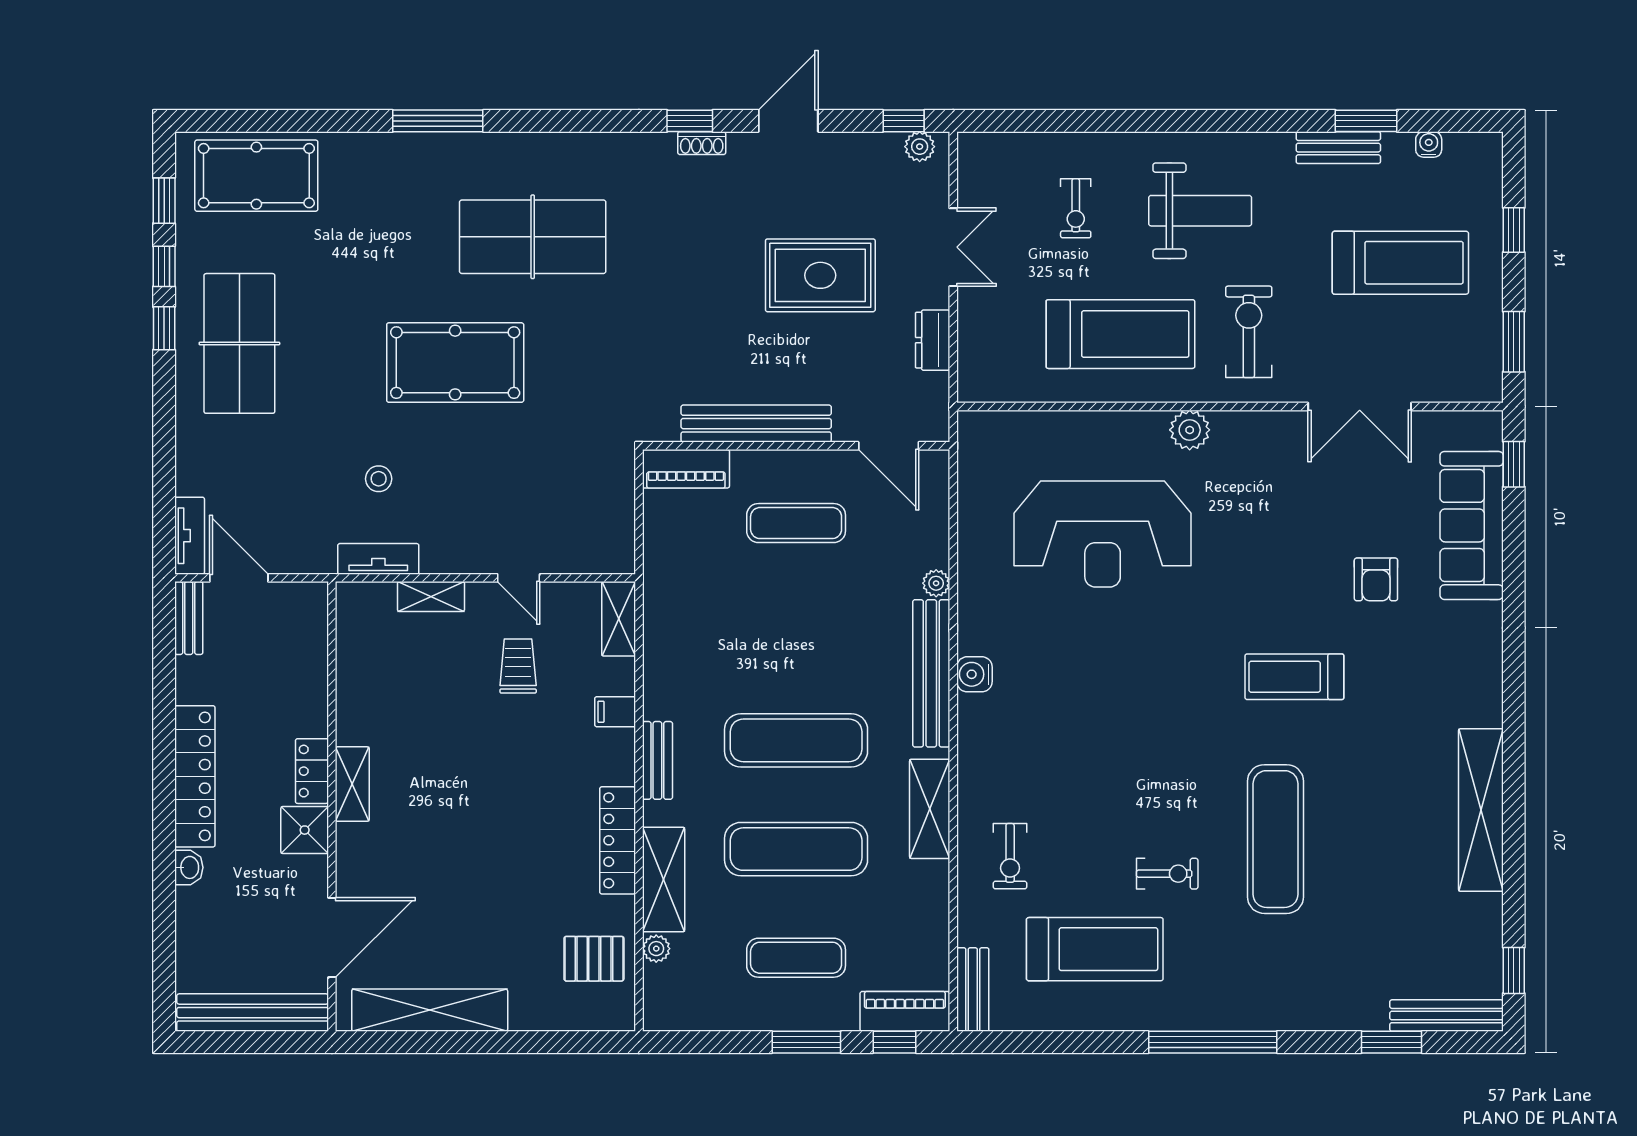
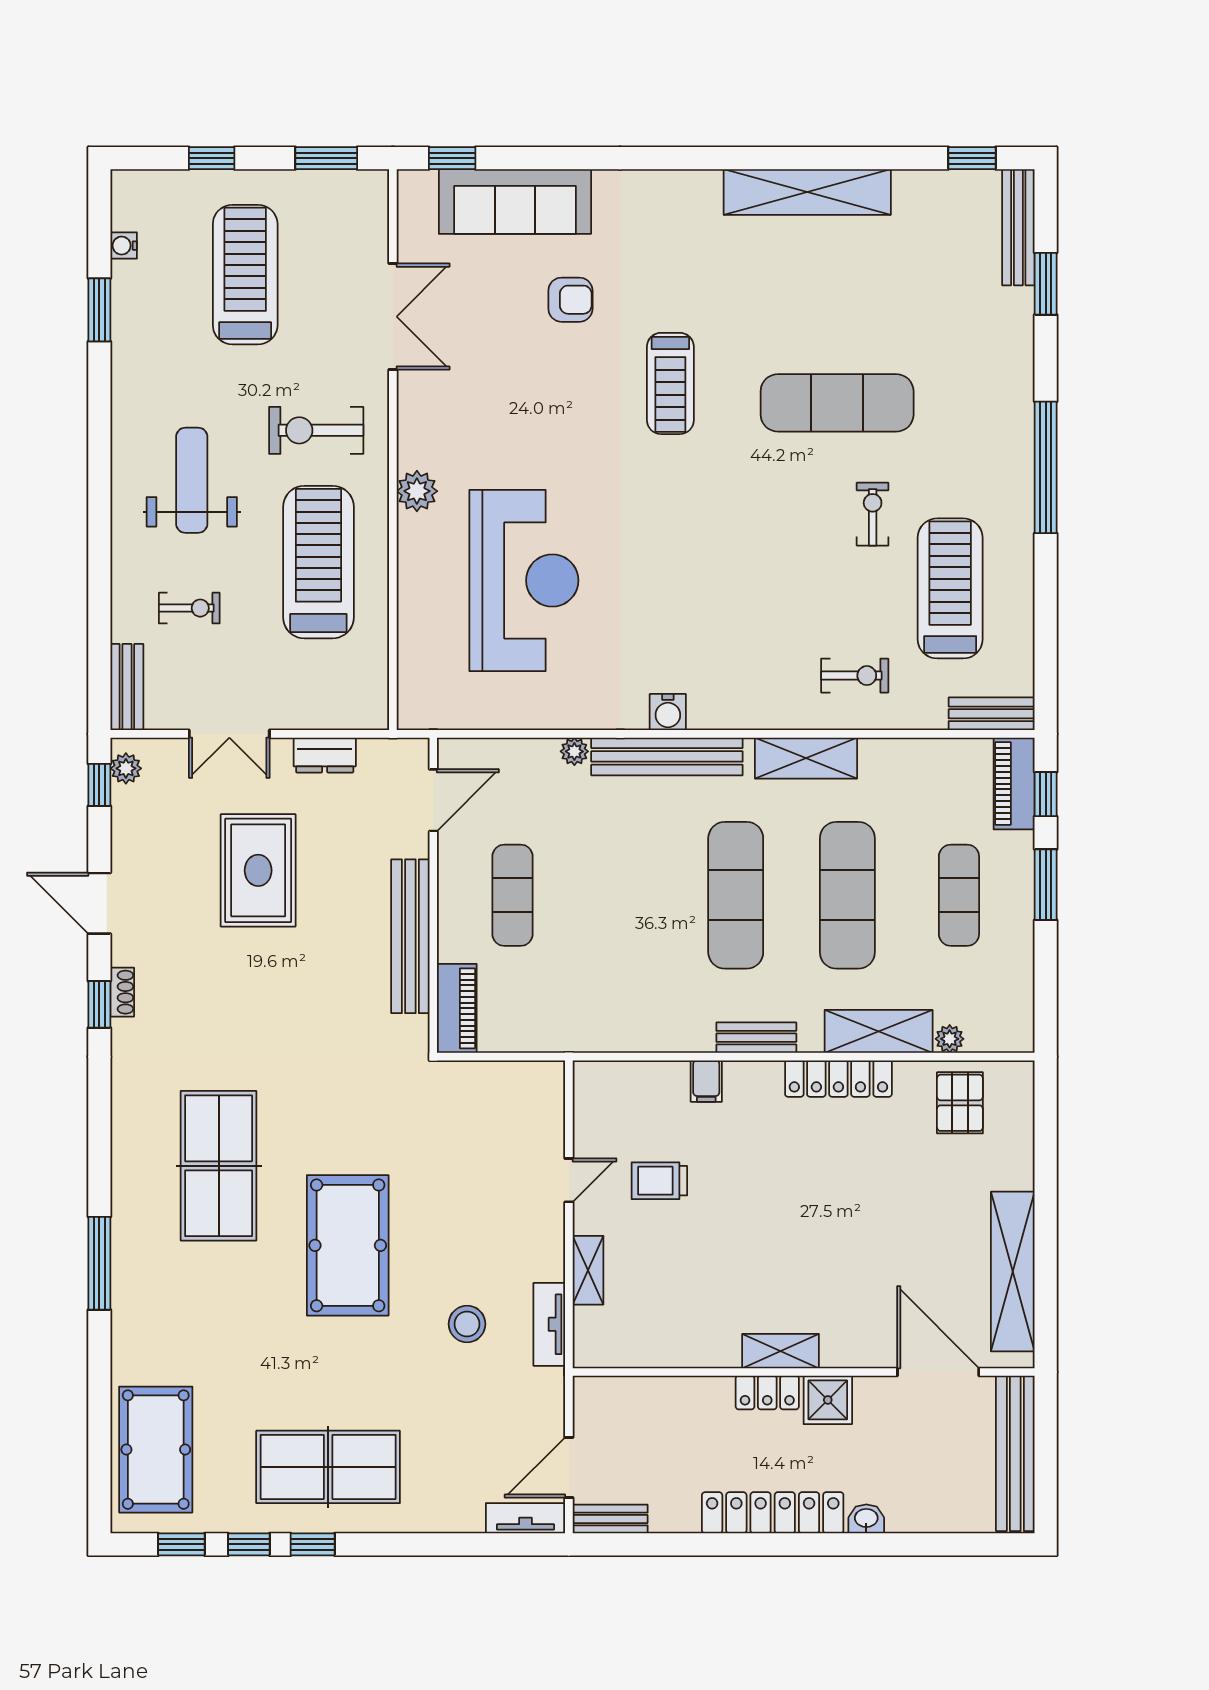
bench: (1338, 148) -> (127, 687), moved
double door: (953, 247) -> (229, 734), swing flipped
stool: (379, 479) -> (467, 1324), width x1.37, depth x1.37
shelving: (619, 619) -> (611, 1078), removed

